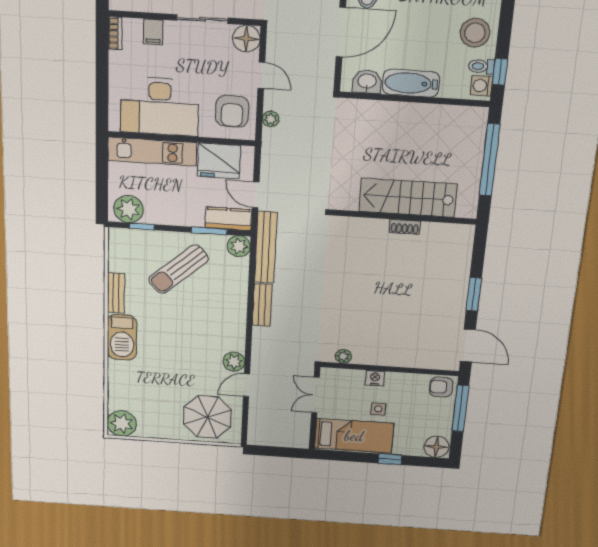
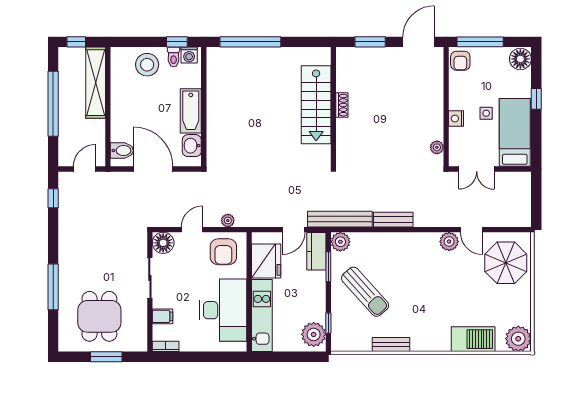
armchair: (232, 111) -> (223, 252), turned 90
stairs: (408, 198) -> (316, 105), moved
wall: (404, 217) -> (333, 107), moved
shoe rack: (405, 227) -> (342, 105), moved
barbecue: (122, 337) -> (473, 339), moved

